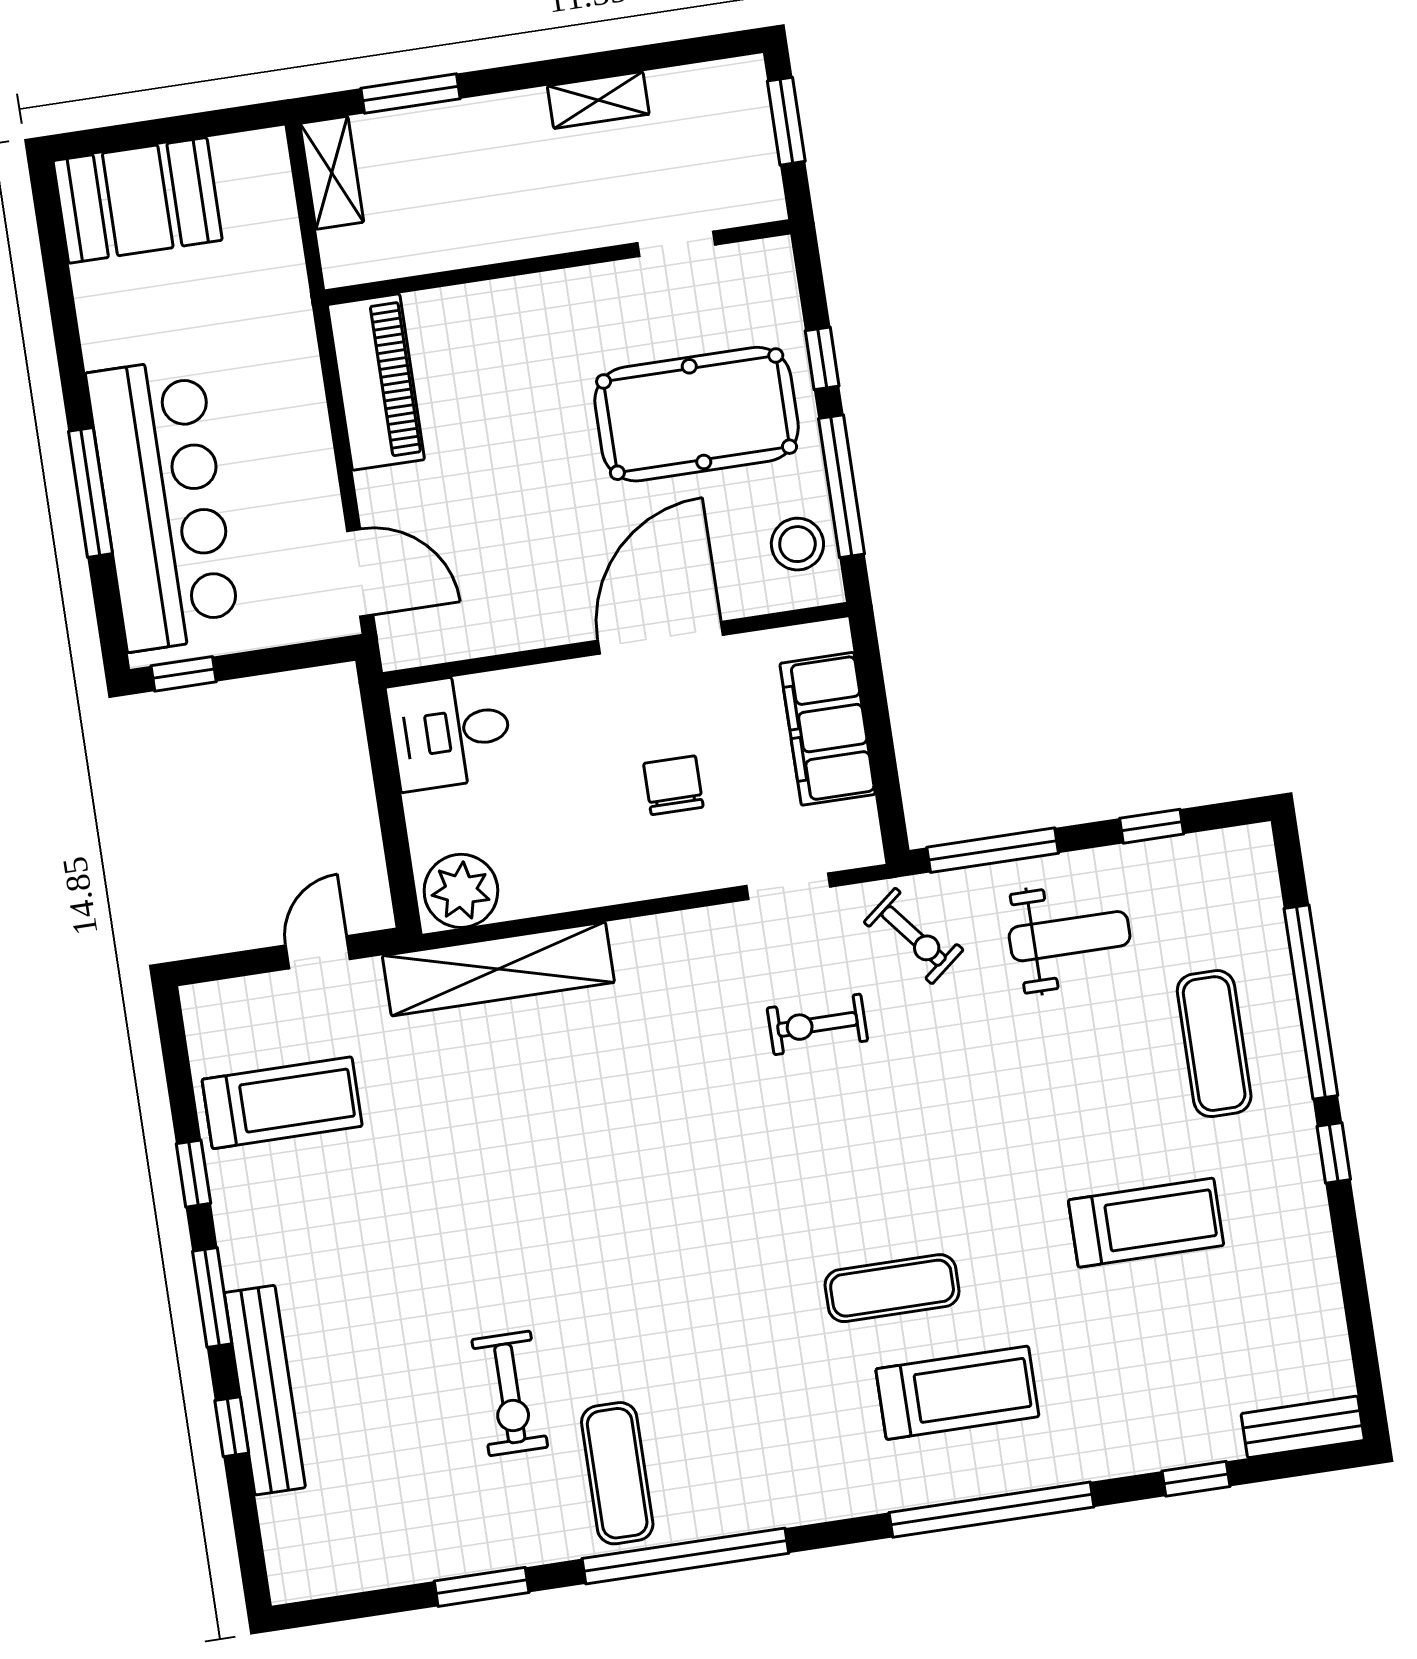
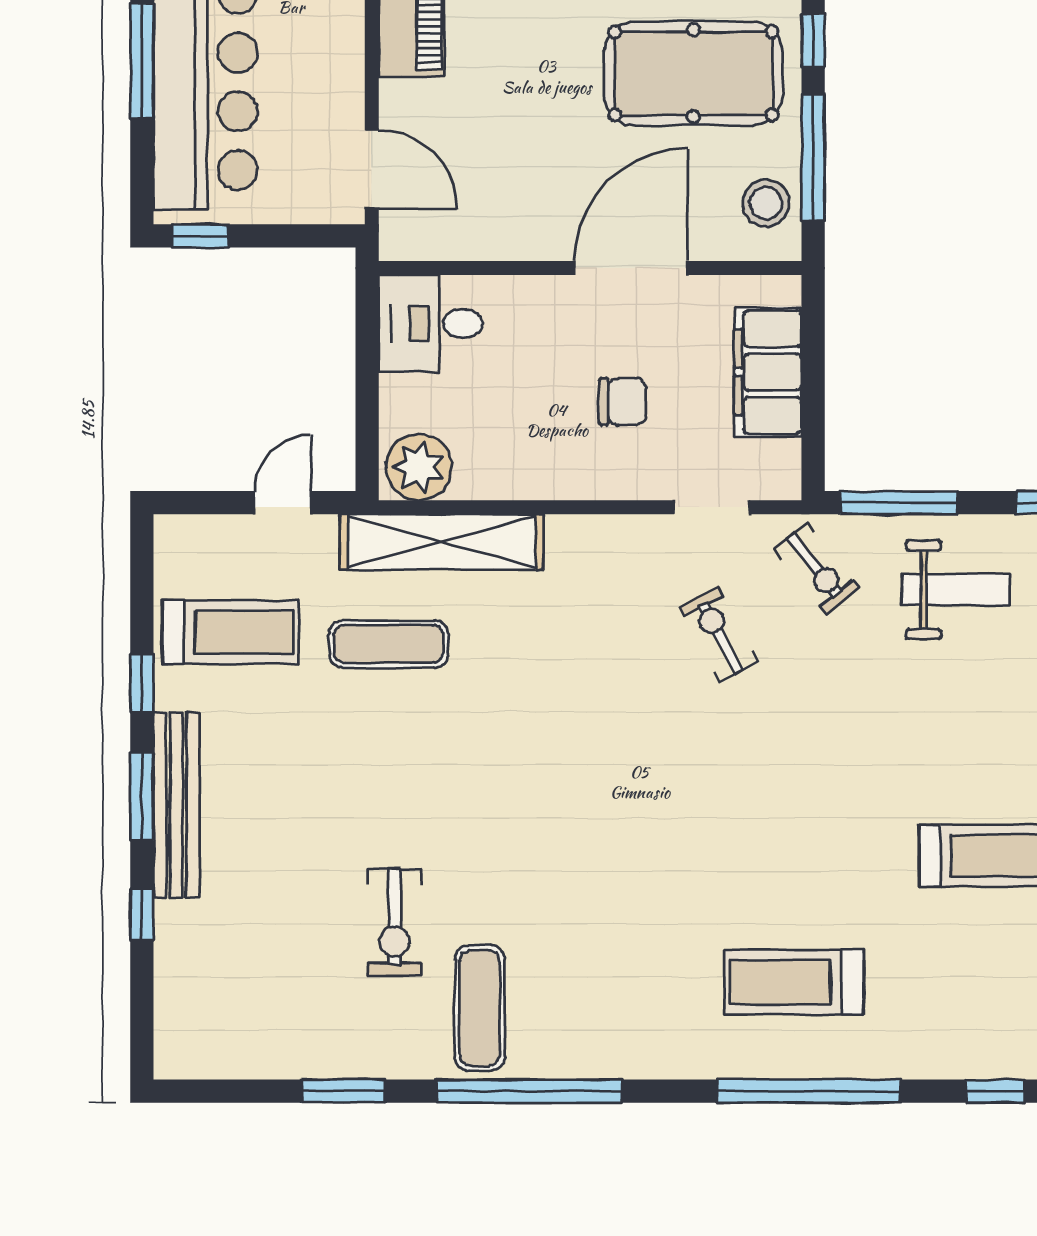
chair: (673, 785) -> (623, 402), turned 90
exercise bike: (817, 1024) -> (719, 634), turned 62
exercise mat: (892, 1288) -> (388, 644), moved
bench: (265, 1390) -> (176, 805), moved
treadmill: (957, 1393) -> (794, 982), turned 180

